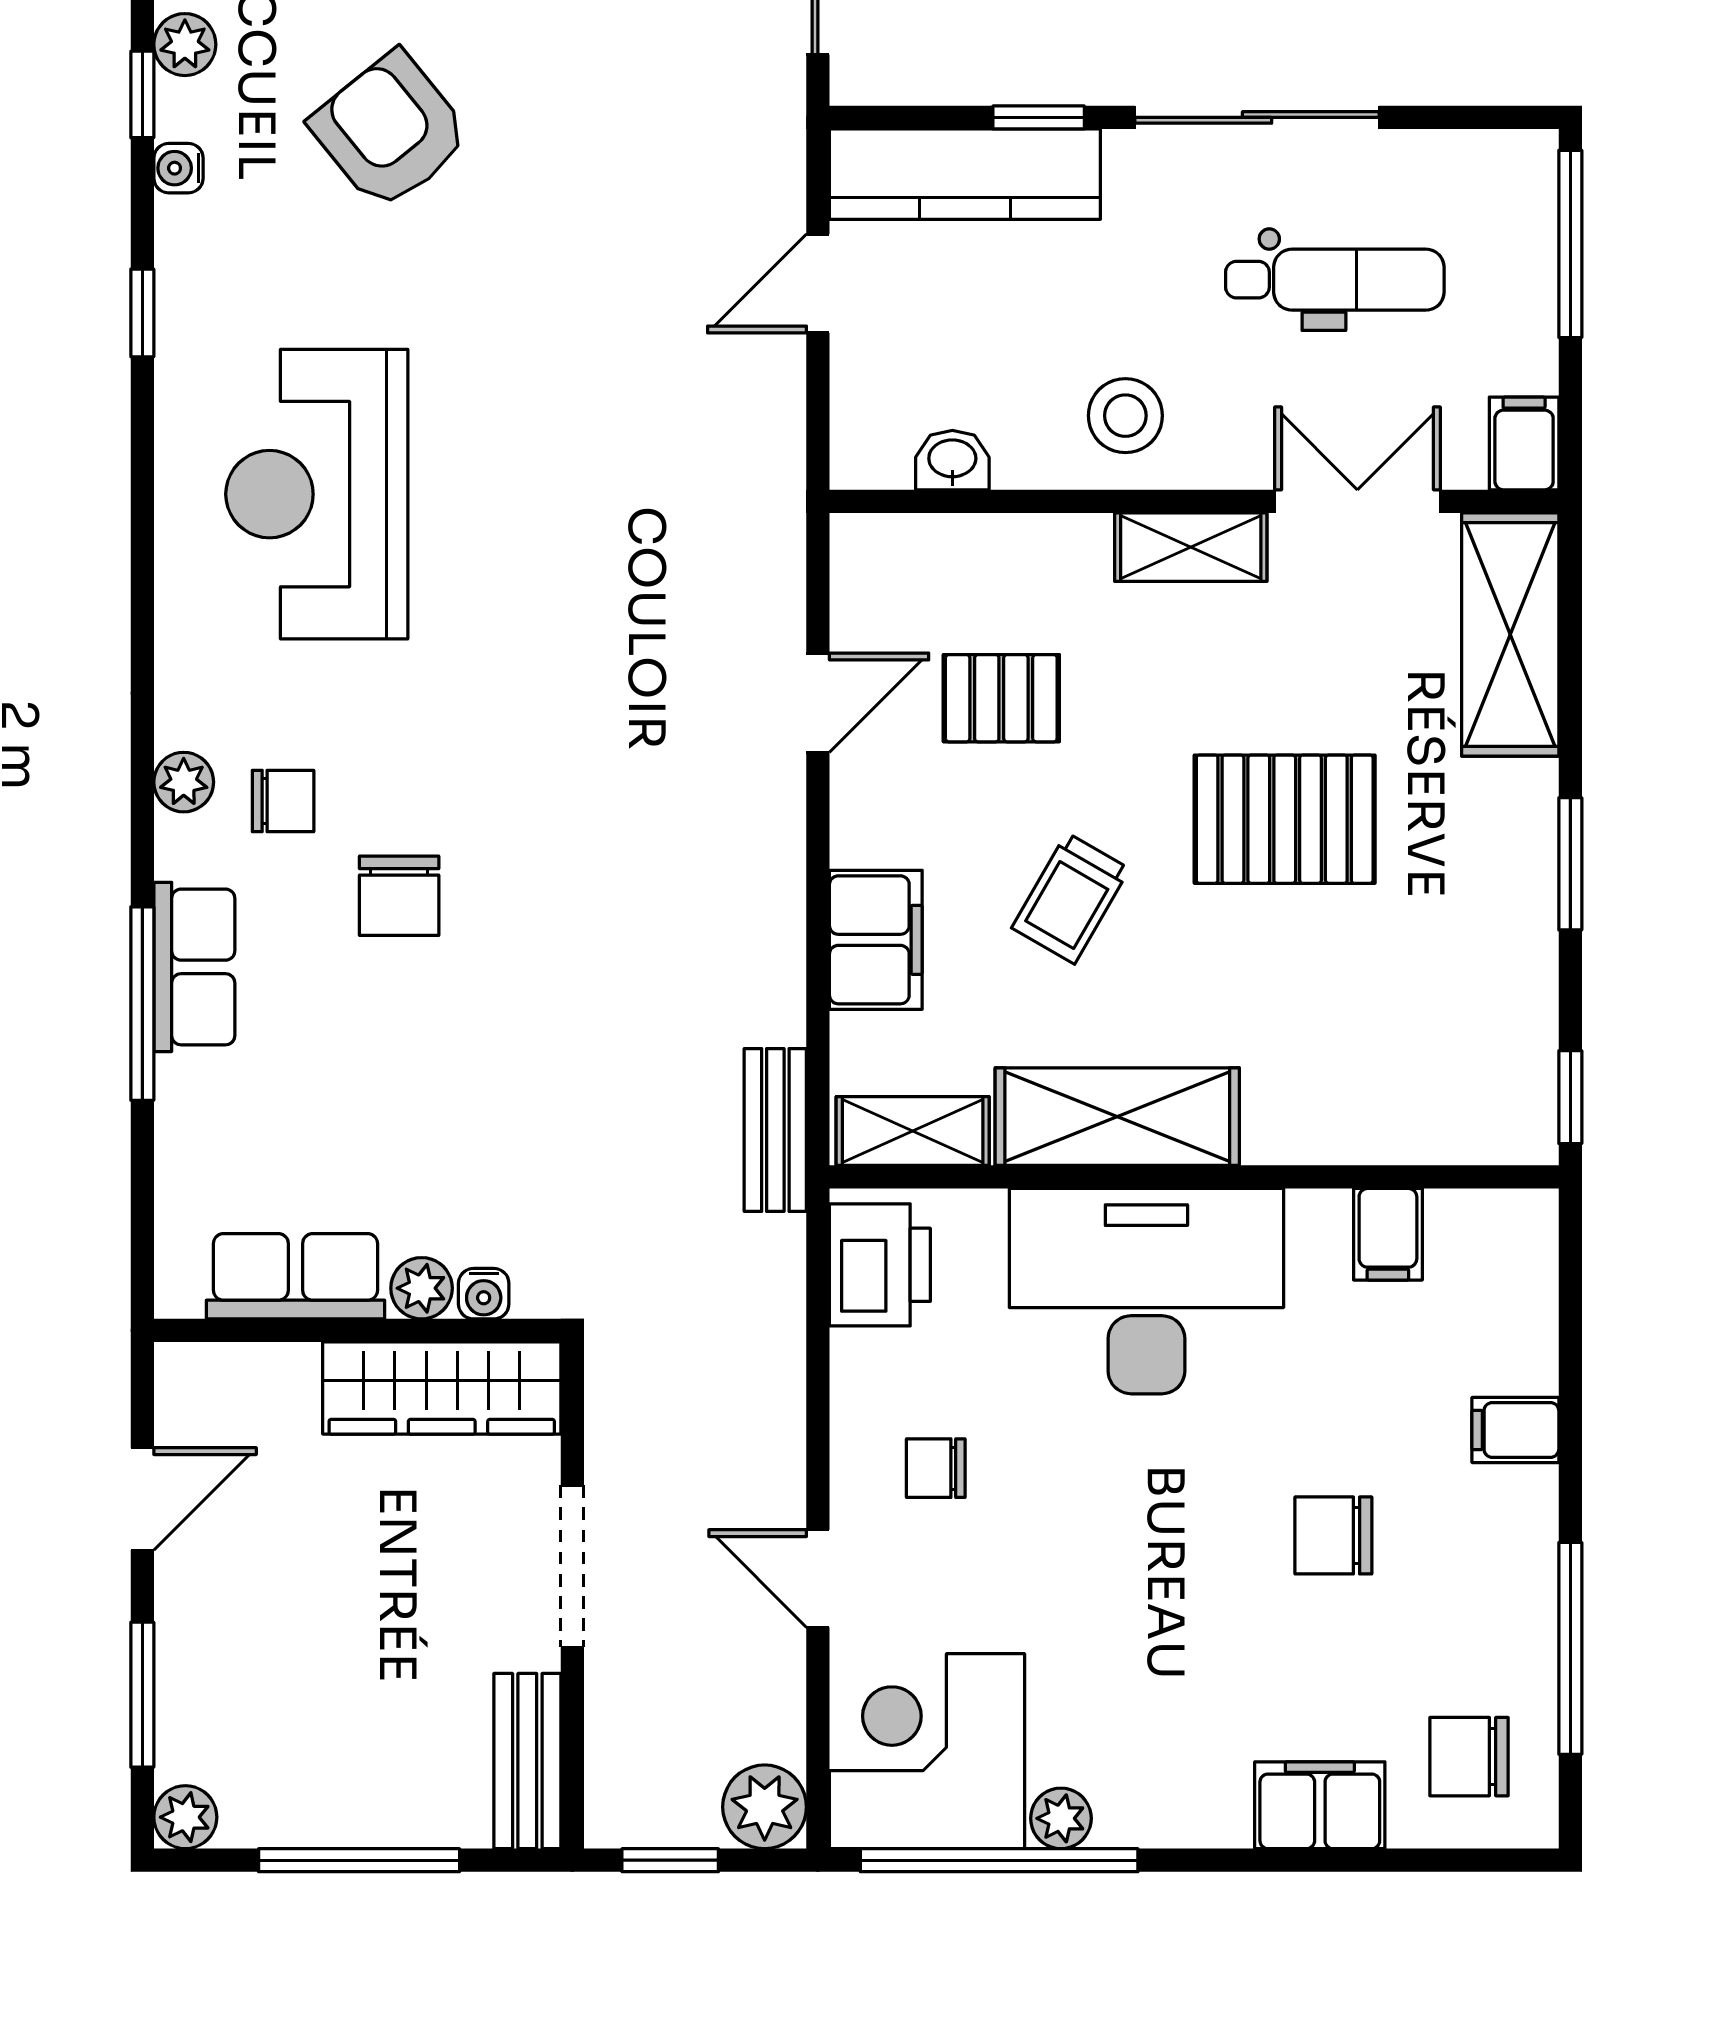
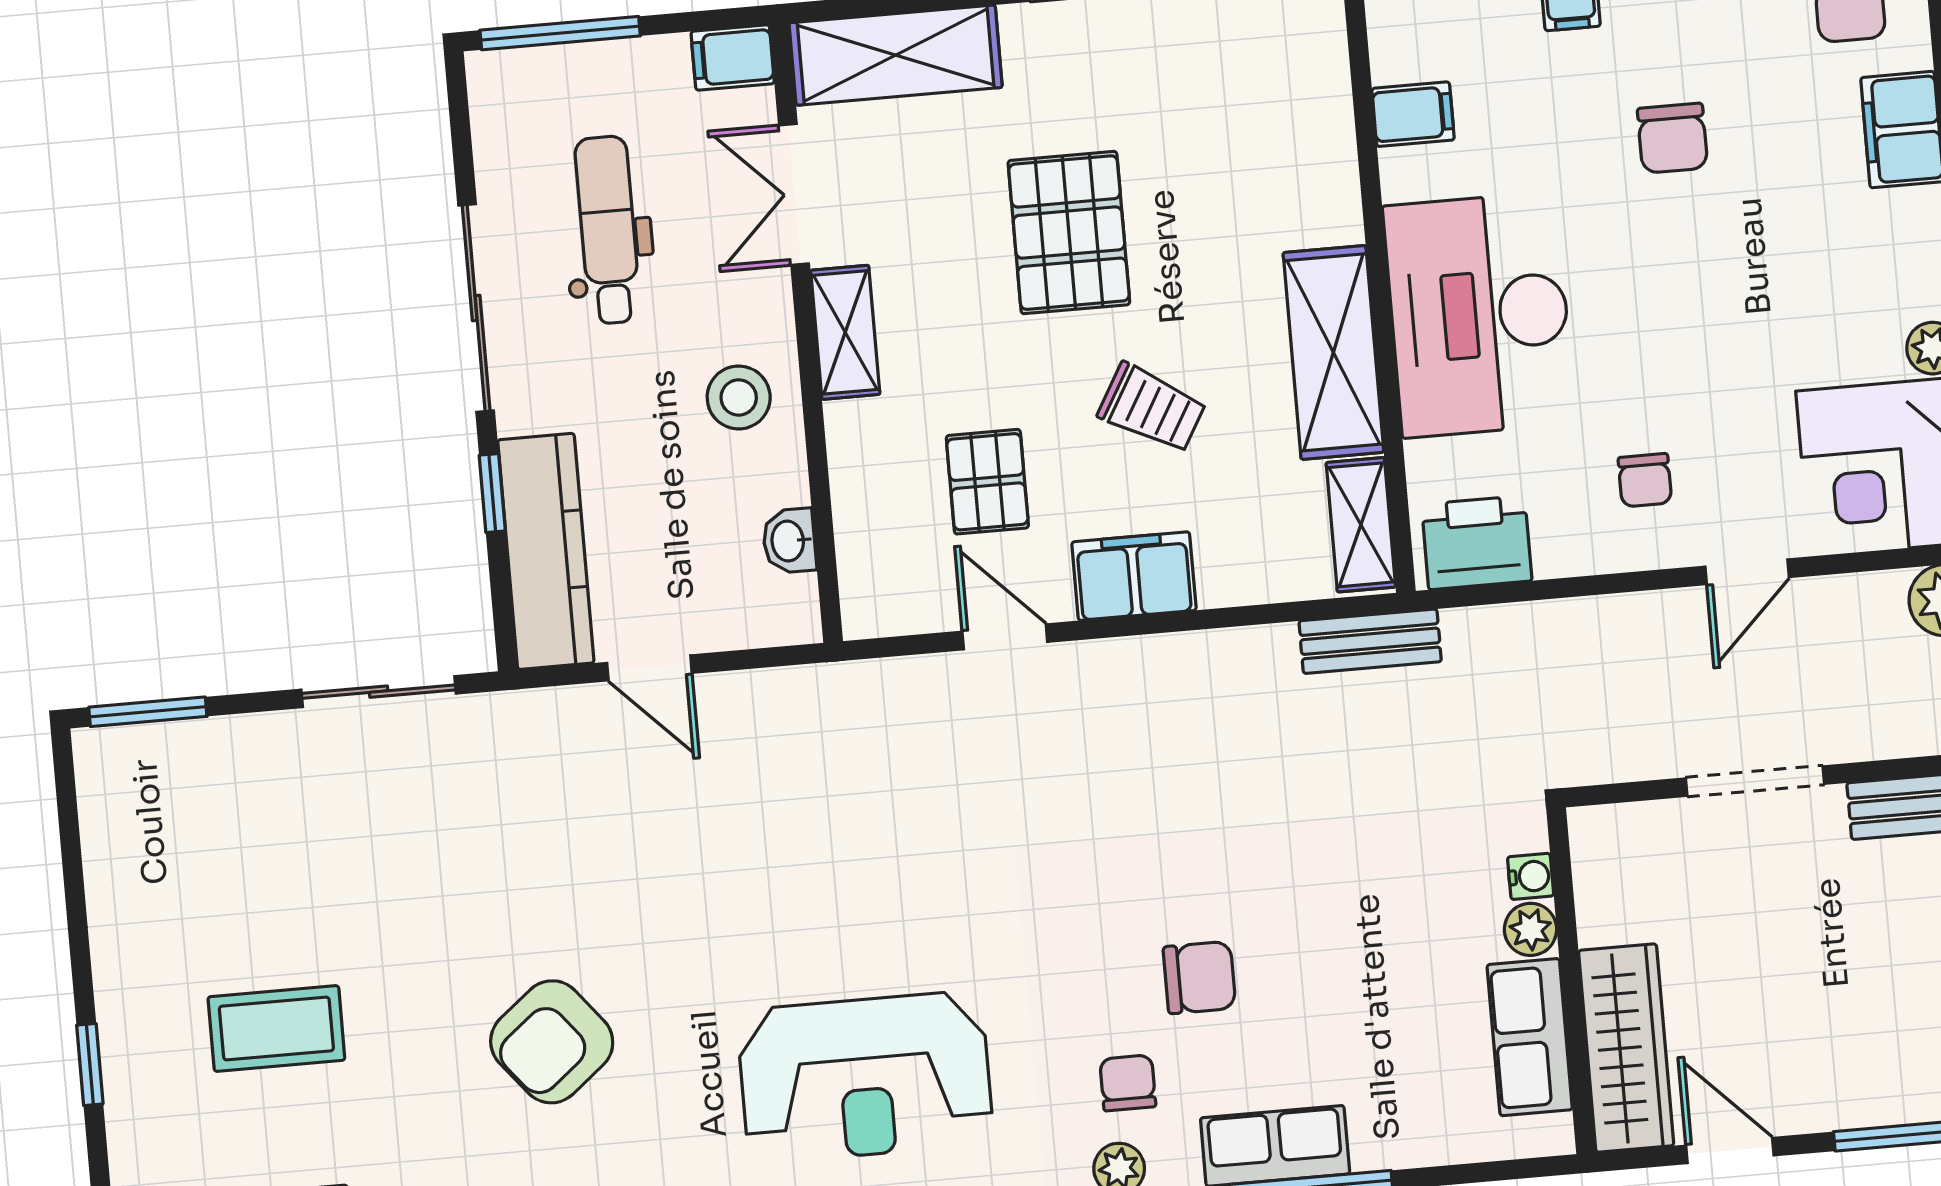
filing cabinet: (876, 940) -> (1134, 576), moved
wardrobe: (442, 1388) -> (1626, 1048), moved

